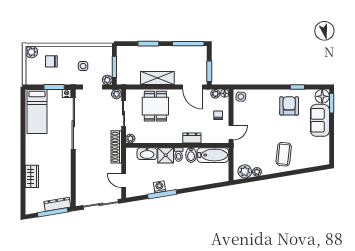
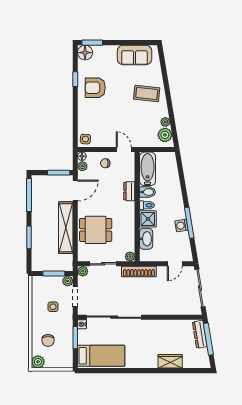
shelving: (157, 78) -> (66, 228), width x1.47
sofa: (320, 120) -> (135, 55), moved

